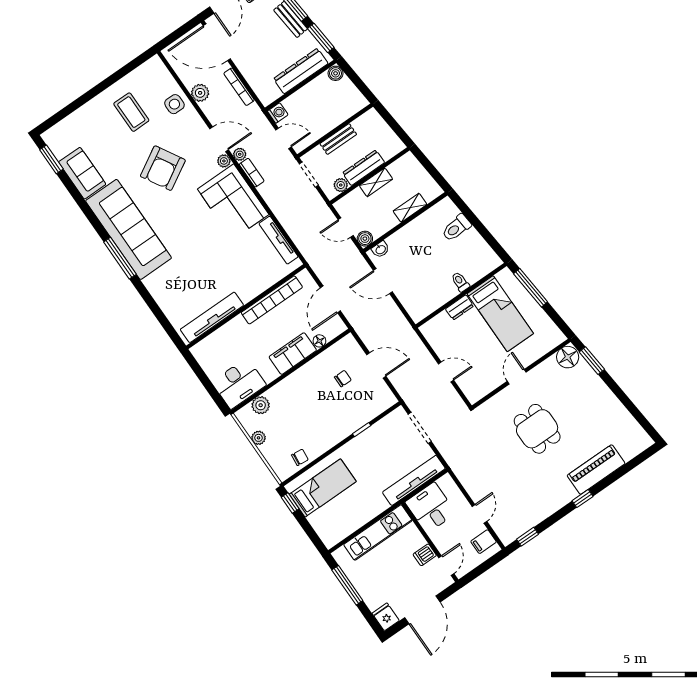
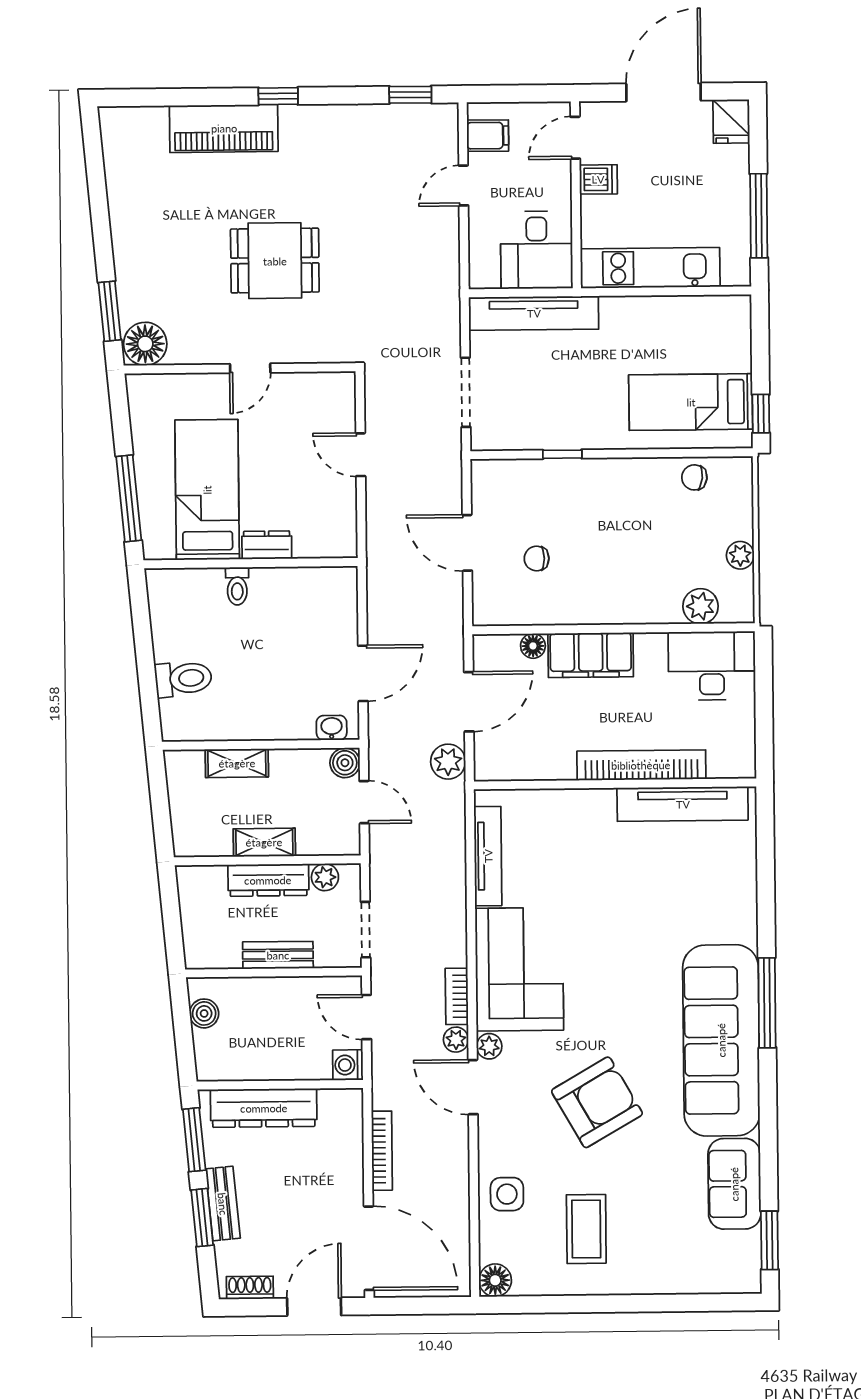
floor lamp: (155, 65) -> (495, 1280), added
boiler: (336, 73) -> (204, 1013), moved
plant: (200, 93) -> (448, 762), moved
door: (383, 281) -> (363, 673), hinge flipped
bookcase: (272, 300) -> (641, 765), moved
dining table: (537, 429) -> (275, 261), turned 90

